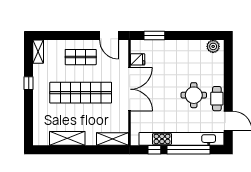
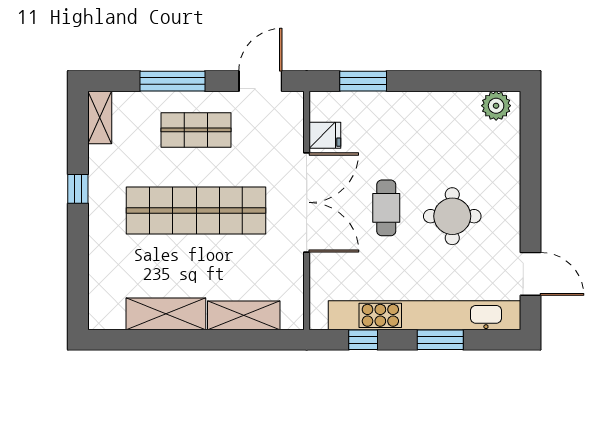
window: (70, 36) -> (173, 81), added
door: (109, 36) -> (260, 81), swing flipped
cafe table: (217, 99) -> (386, 208), moved
shelving: (112, 139) -> (244, 315), moved
window: (188, 150) -> (440, 340), width x0.47

